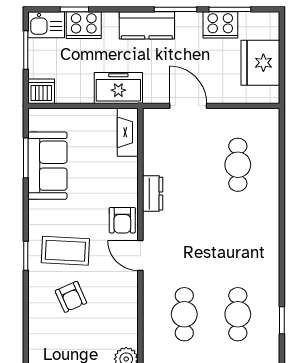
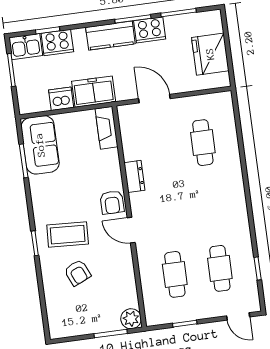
cooker: (220, 25) -> (150, 30), moved
dishwasher: (41, 91) -> (61, 99), moved
sofa: (47, 166) -> (40, 145), moved

